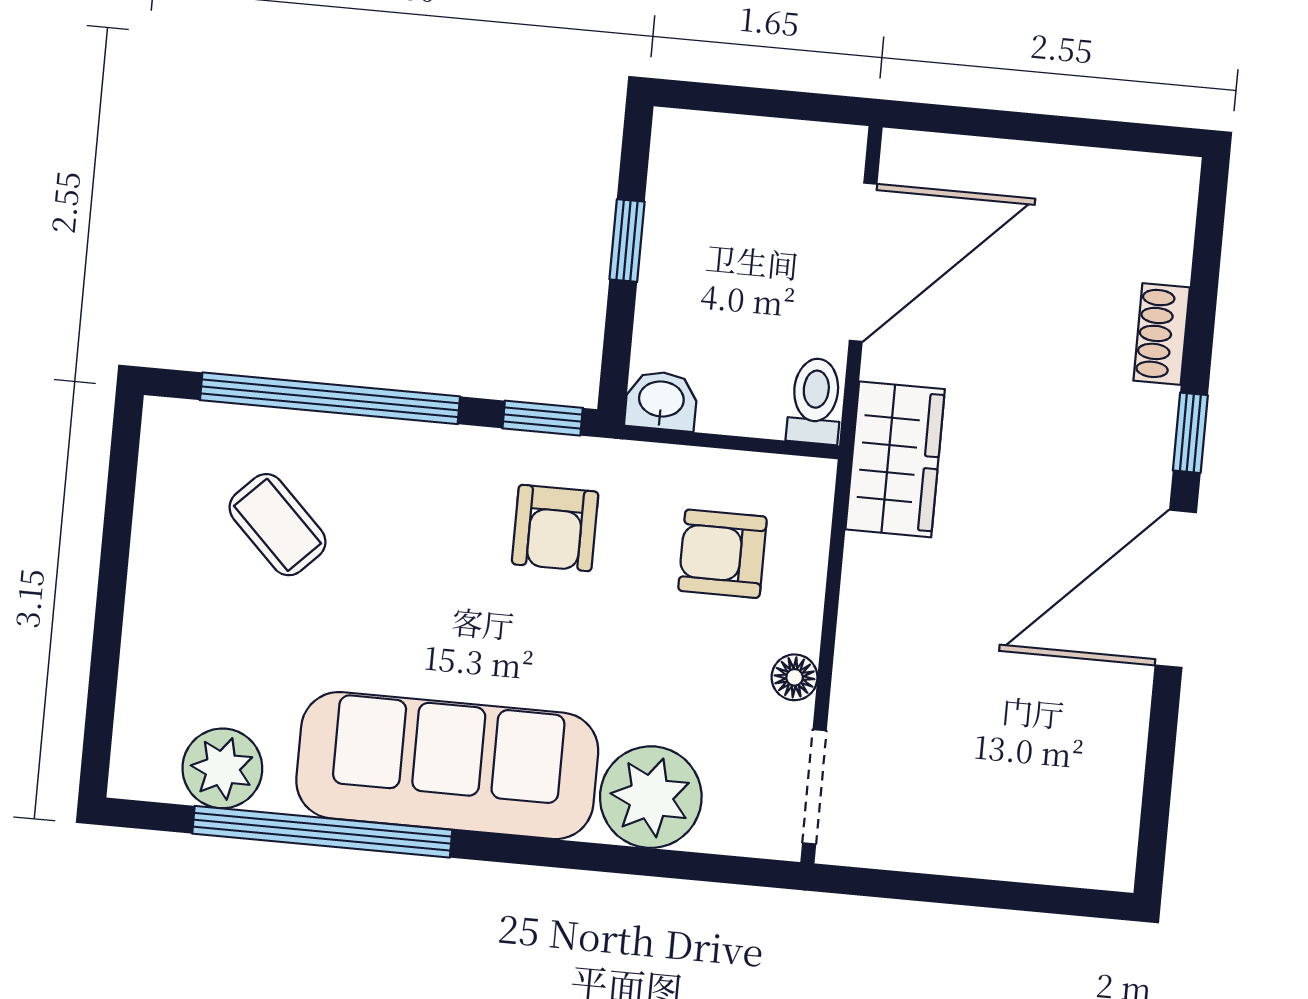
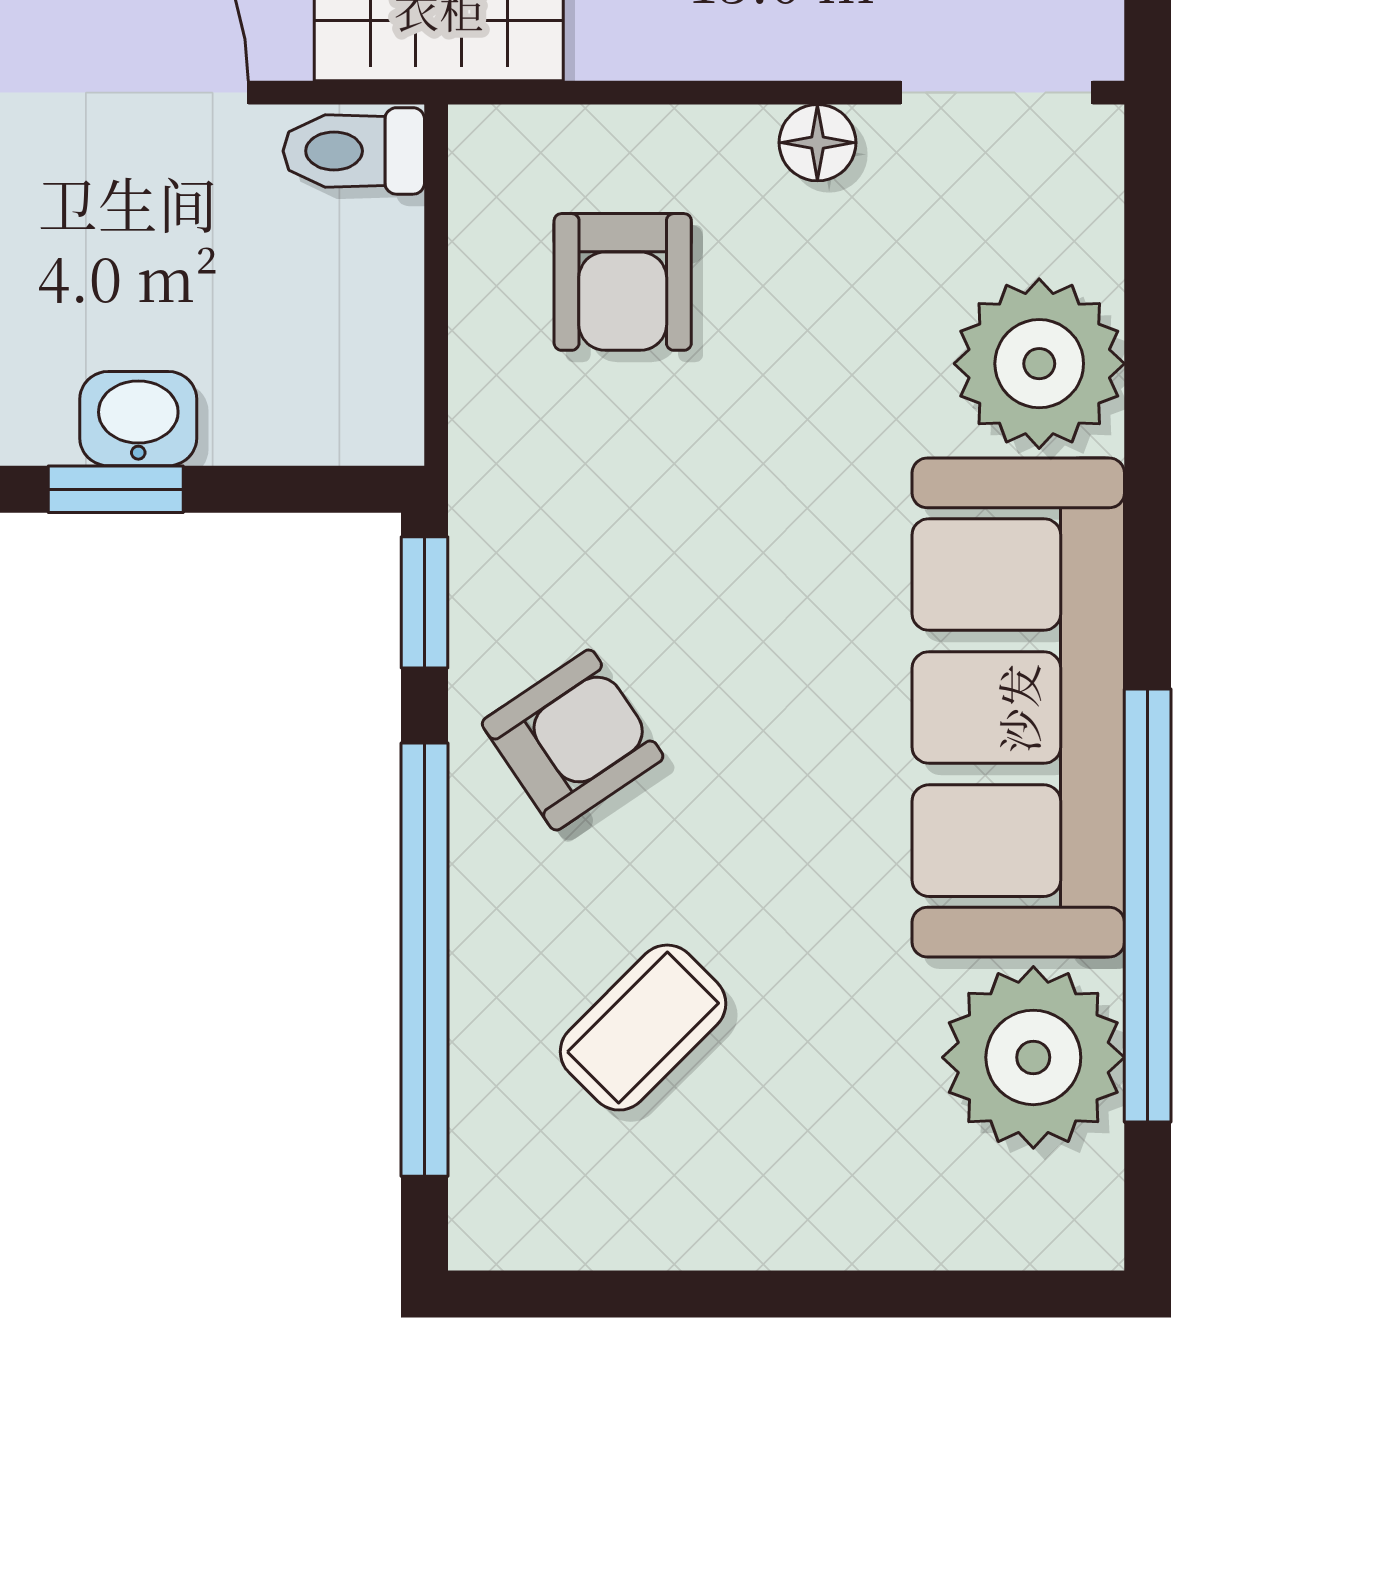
washbasin: (661, 401) -> (138, 419), moved, turned 90
armchair: (555, 528) -> (573, 740), moved, turned -34
plant: (222, 768) -> (1033, 1057), width x1.36, depth x1.36

